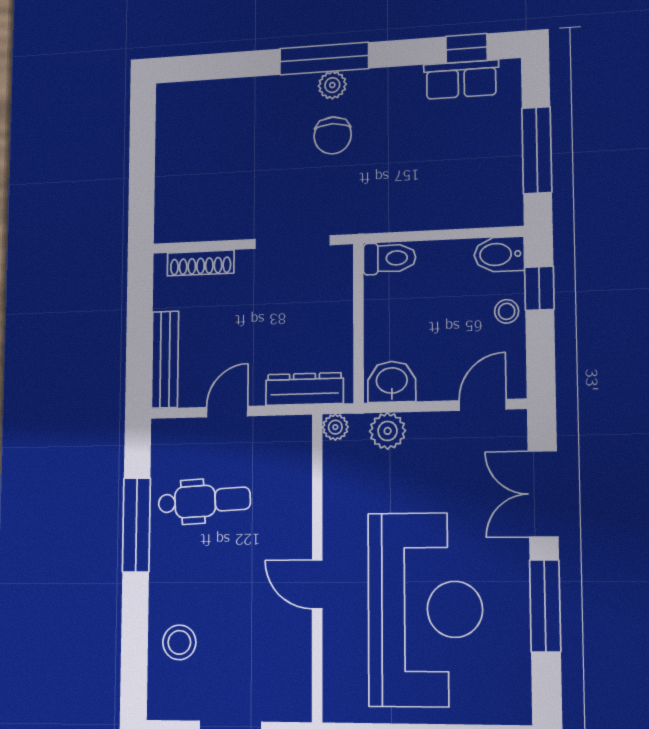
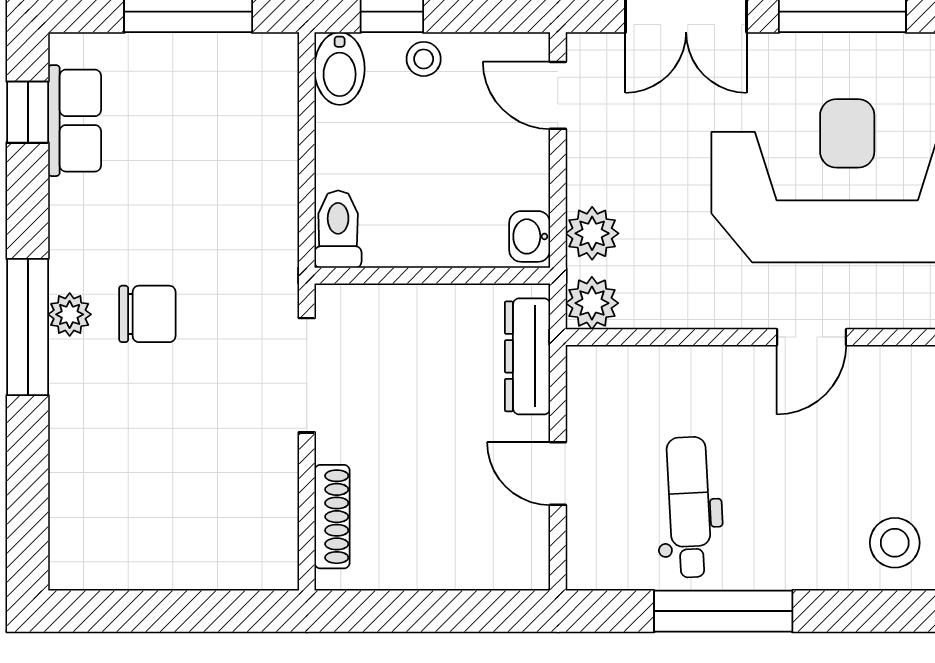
bench: (165, 360) -> (477, 570), removed
washbasin: (392, 382) -> (530, 236), width x0.72, depth x0.69
plant: (335, 427) -> (592, 303), width x1.38, depth x1.38

